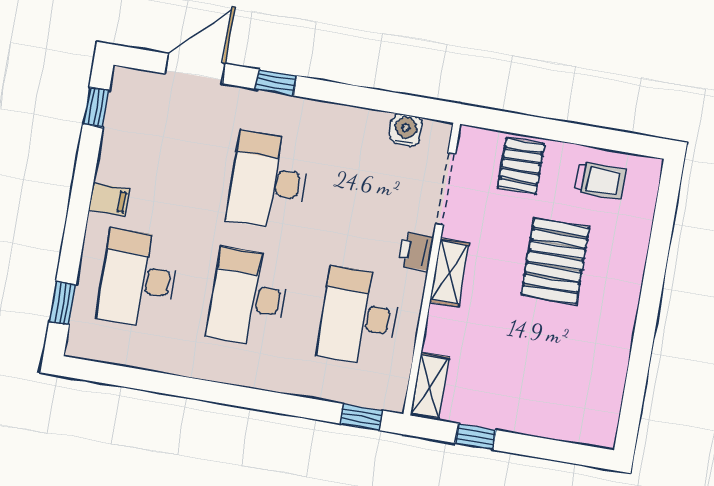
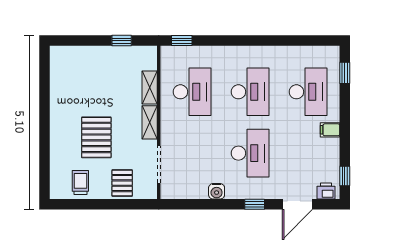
water cooler: (406, 130) -> (217, 191), moved
trolley: (600, 180) -> (80, 183), turned 90
printer: (416, 251) -> (326, 191), moved, turned -90
shelving: (430, 386) -> (150, 88), moved

